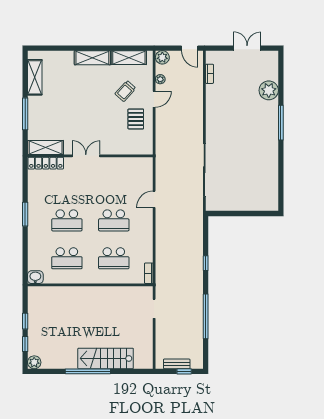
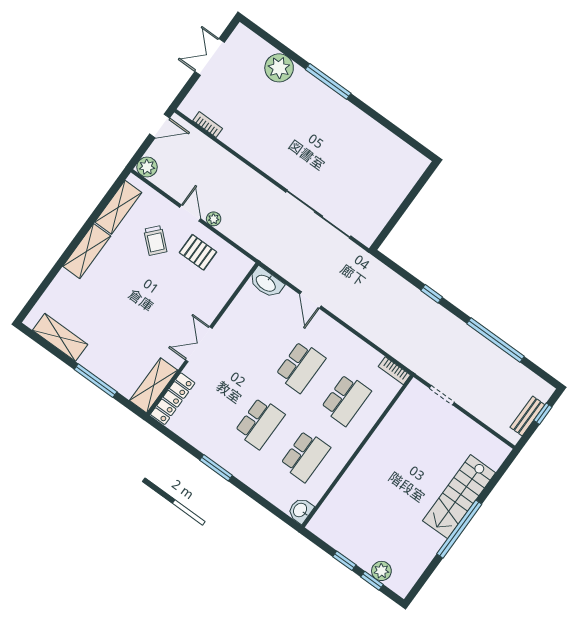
plant: (160, 79) -> (214, 219), moved
washbasin: (146, 168) -> (266, 283), added
plant: (34, 362) -> (381, 571), moved

